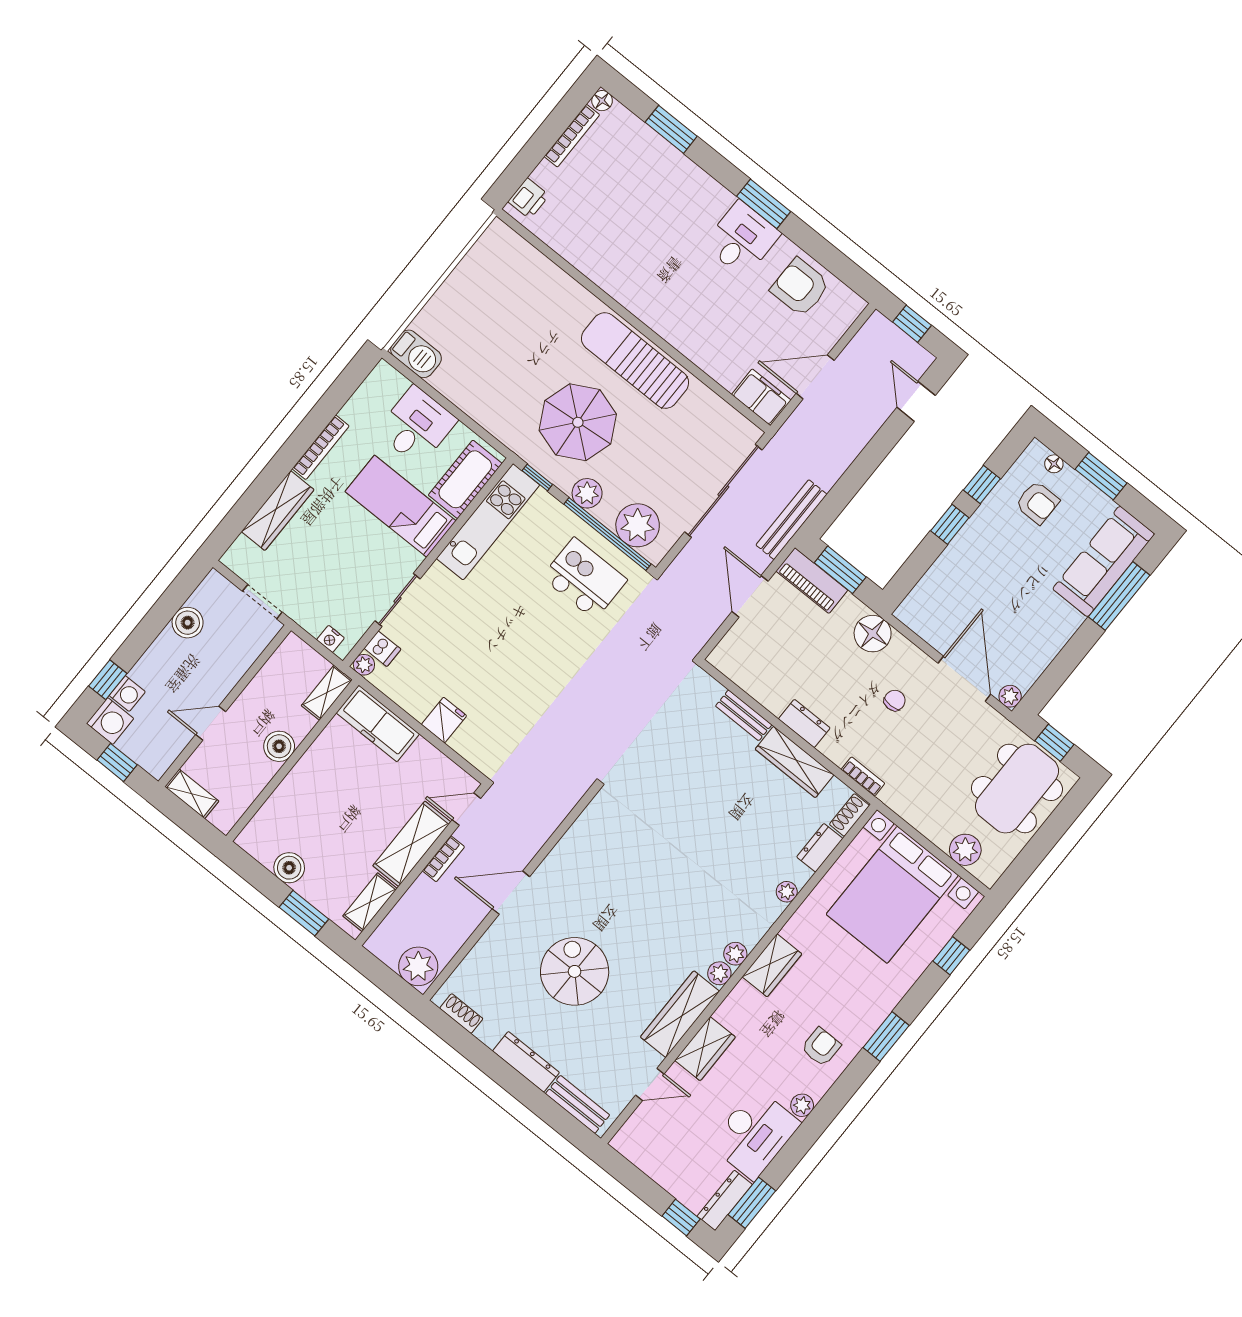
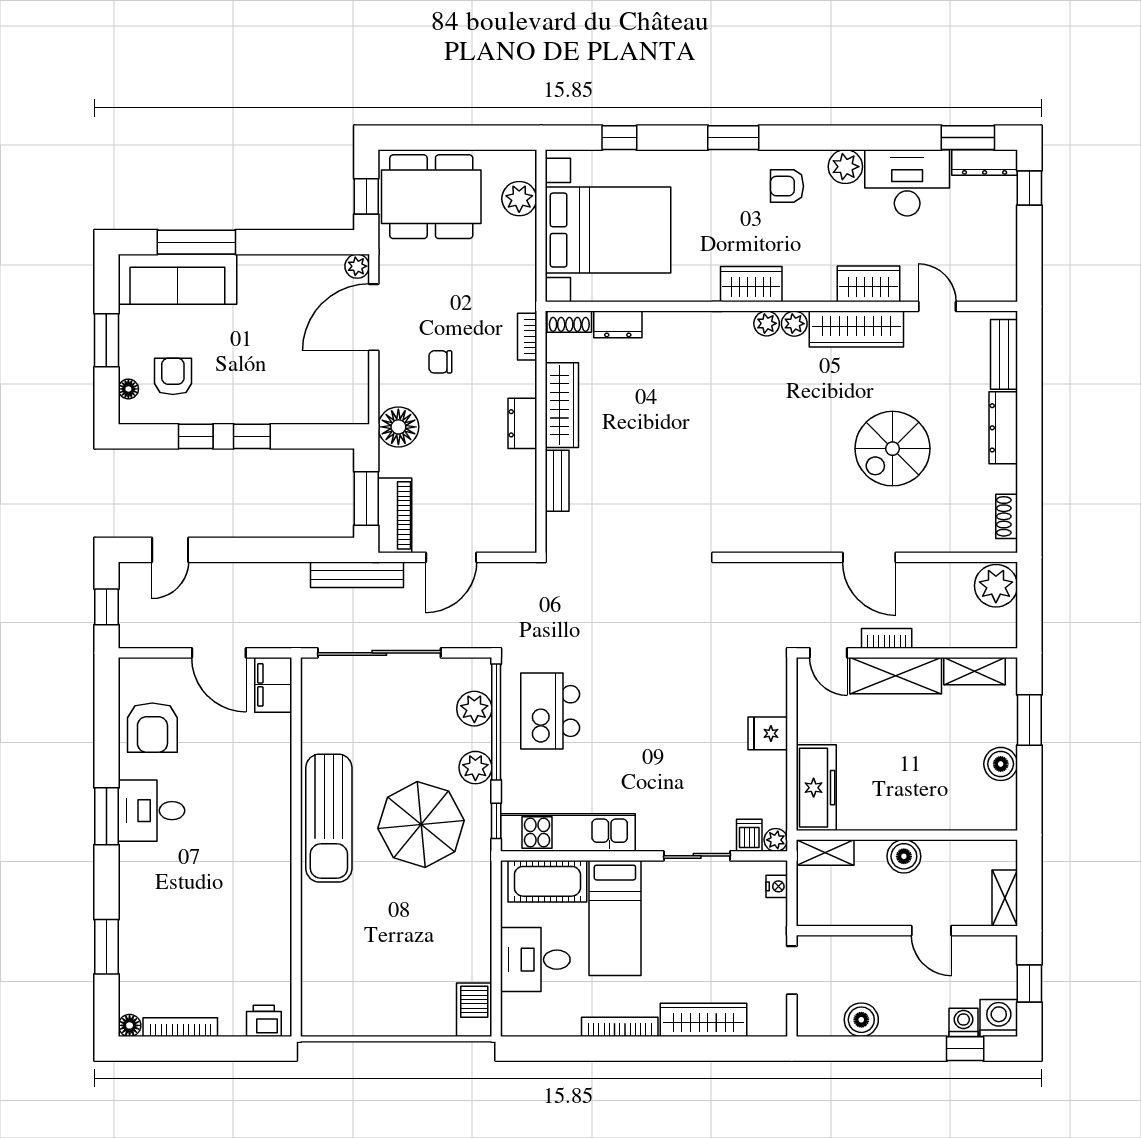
plant: (638, 525) -> (474, 709), width x0.73, depth x0.73
plant: (787, 892) -> (678, 322), removed
plant: (802, 1105) -> (845, 167), width x1.38, depth x1.38

